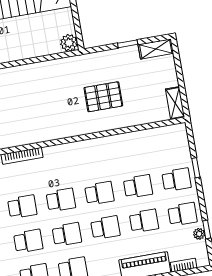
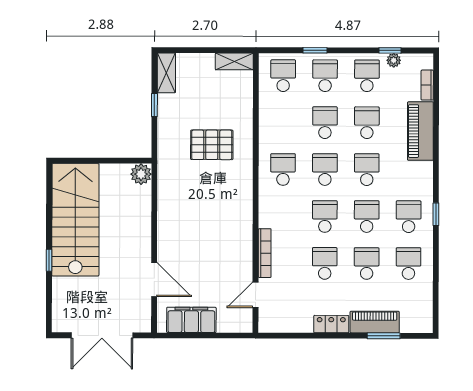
pallet: (103, 97) -> (212, 145), turned 90
school desk: (170, 145) -> (283, 76), added
school desk: (93, 159) -> (283, 169), added

